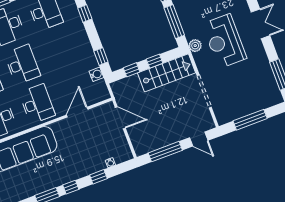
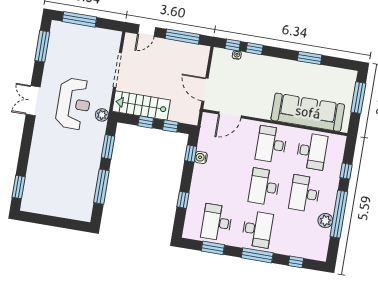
window: (174, 22) -> (108, 147), width x0.69
water cooler: (96, 74) -> (201, 157), moved
door: (77, 112) -> (230, 115), moved
window: (250, 120) -> (79, 19), moved
door: (199, 139) -> (147, 31), swing flipped
window: (71, 187) -> (233, 45), moved

